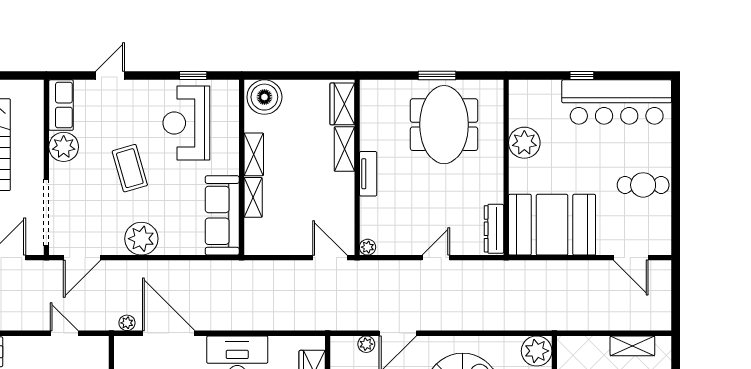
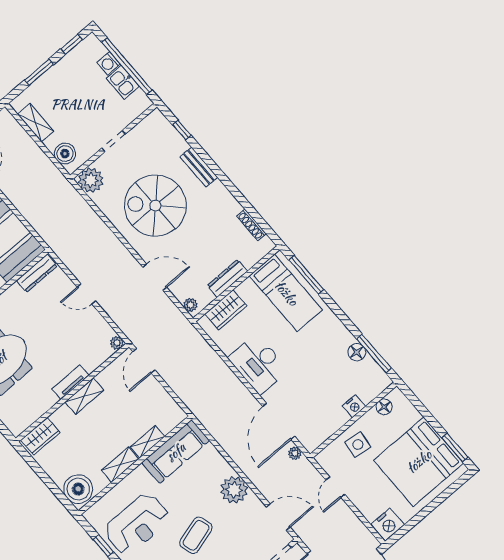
shelving: (344, 149) -> (84, 396), moved
plant: (366, 344) -> (190, 305), moved
boiler: (581, 348) -> (65, 154), added

